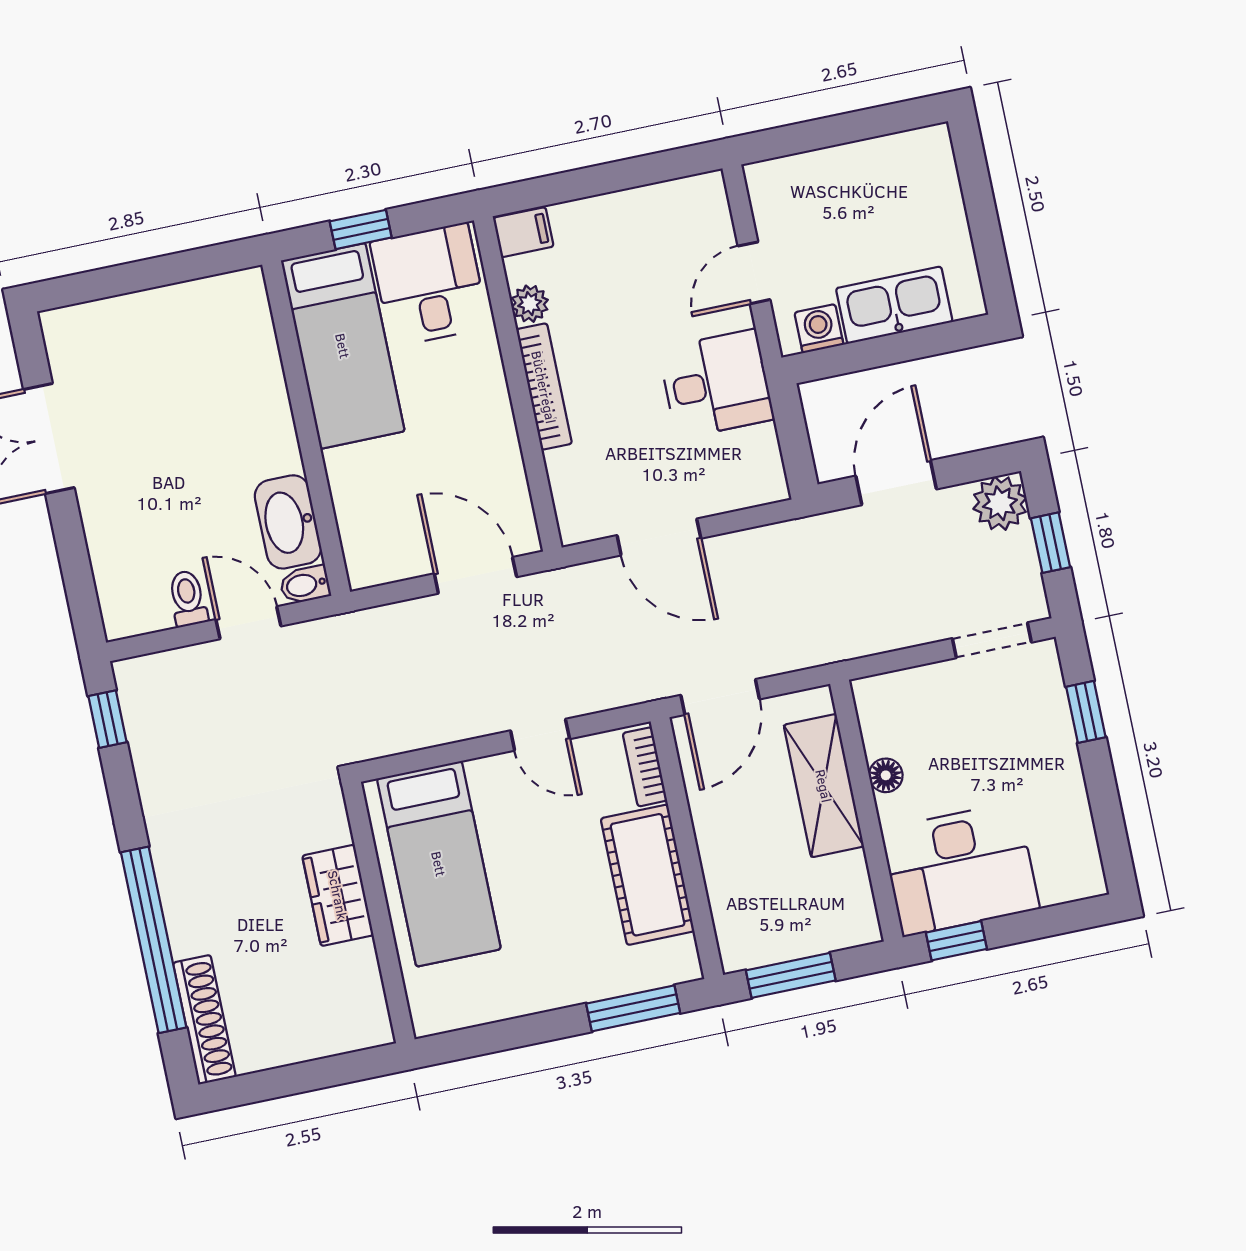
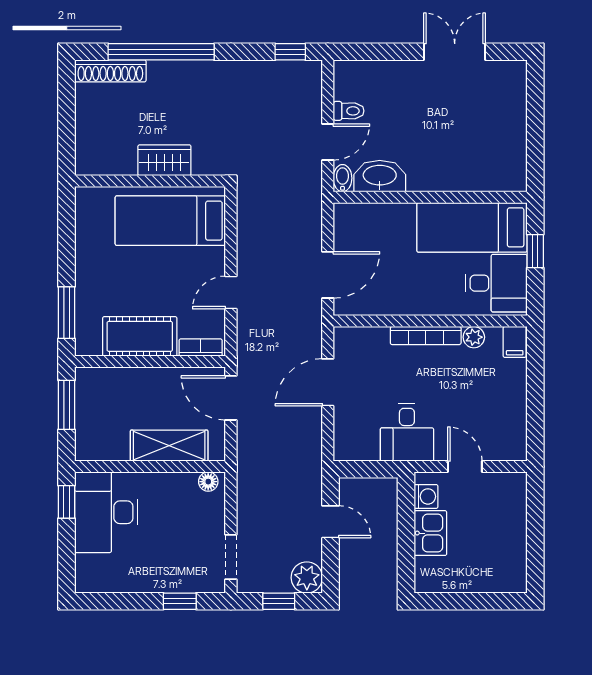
kitchen sink: (894, 305) -> (430, 533), width x0.73
door: (896, 483) -> (331, 522), width x0.73
floor lamp: (886, 775) -> (208, 482), moved

